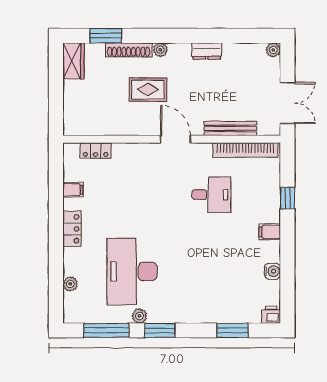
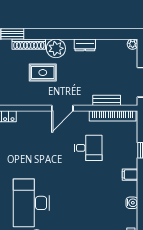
plant: (160, 50) -> (56, 48), width x1.88, depth x1.88
bench: (230, 128) -> (107, 100), width x0.73
door: (175, 139) -> (62, 108), swing flipped

